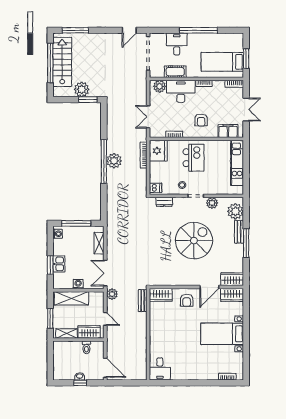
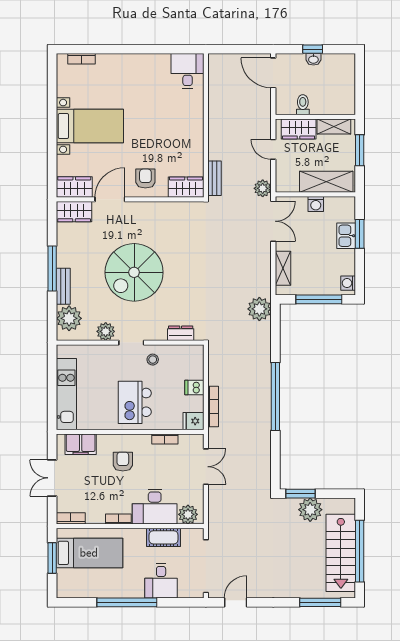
fridge: (158, 151) -> (193, 421), width x0.53, depth x0.75
plant: (114, 161) -> (259, 309), moved
dishwasher: (156, 188) -> (194, 387), moved

